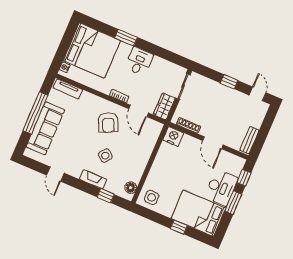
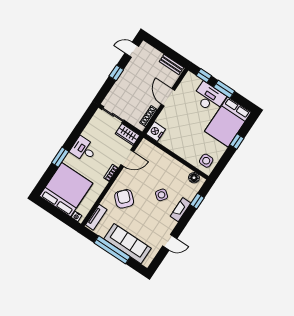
armchair: (108, 122) -> (124, 199), moved, turned -112
door: (213, 143) -> (168, 97), swing flipped

